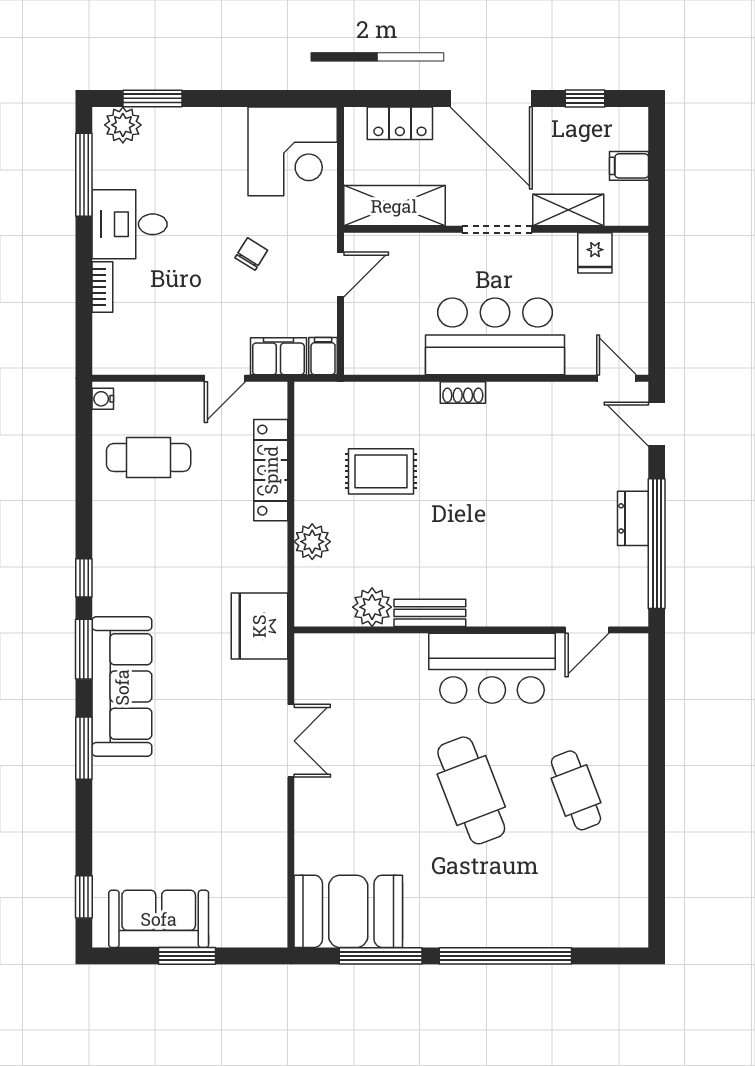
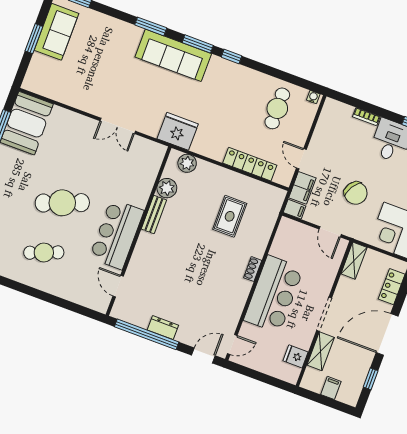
shelving: (394, 206) -> (354, 261), width x0.67, depth x0.75
chair: (251, 254) -> (356, 193), width x1.87, depth x1.87
plant: (312, 542) -> (187, 163), moved

